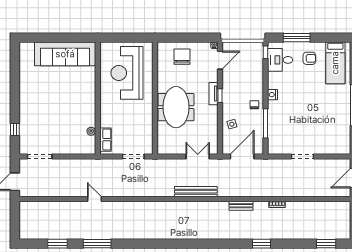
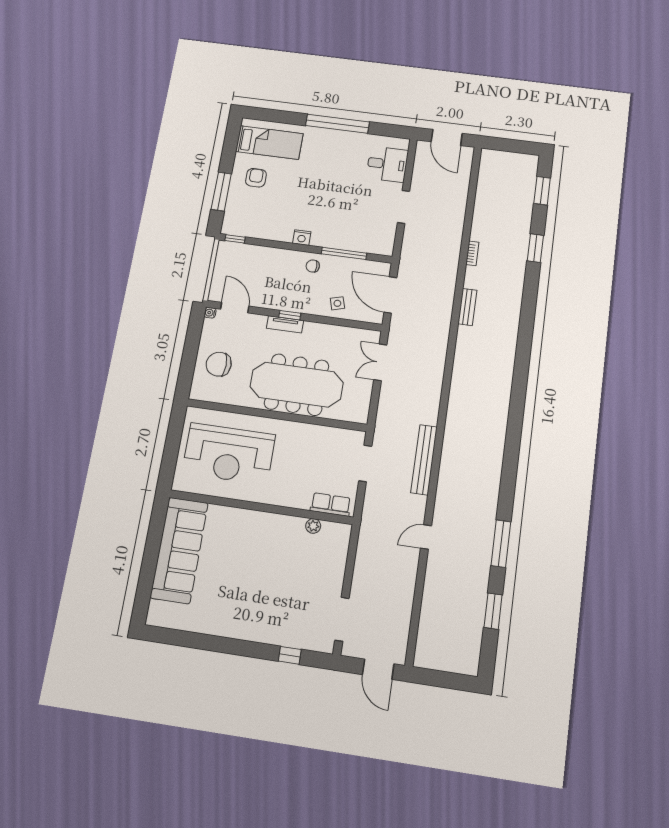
desk: (280, 60) -> (387, 164), moved, turned -90
meeting table: (176, 107) -> (297, 385), width x1.36
bench: (196, 192) -> (424, 460), moved
window: (261, 244) -> (535, 248), moved

